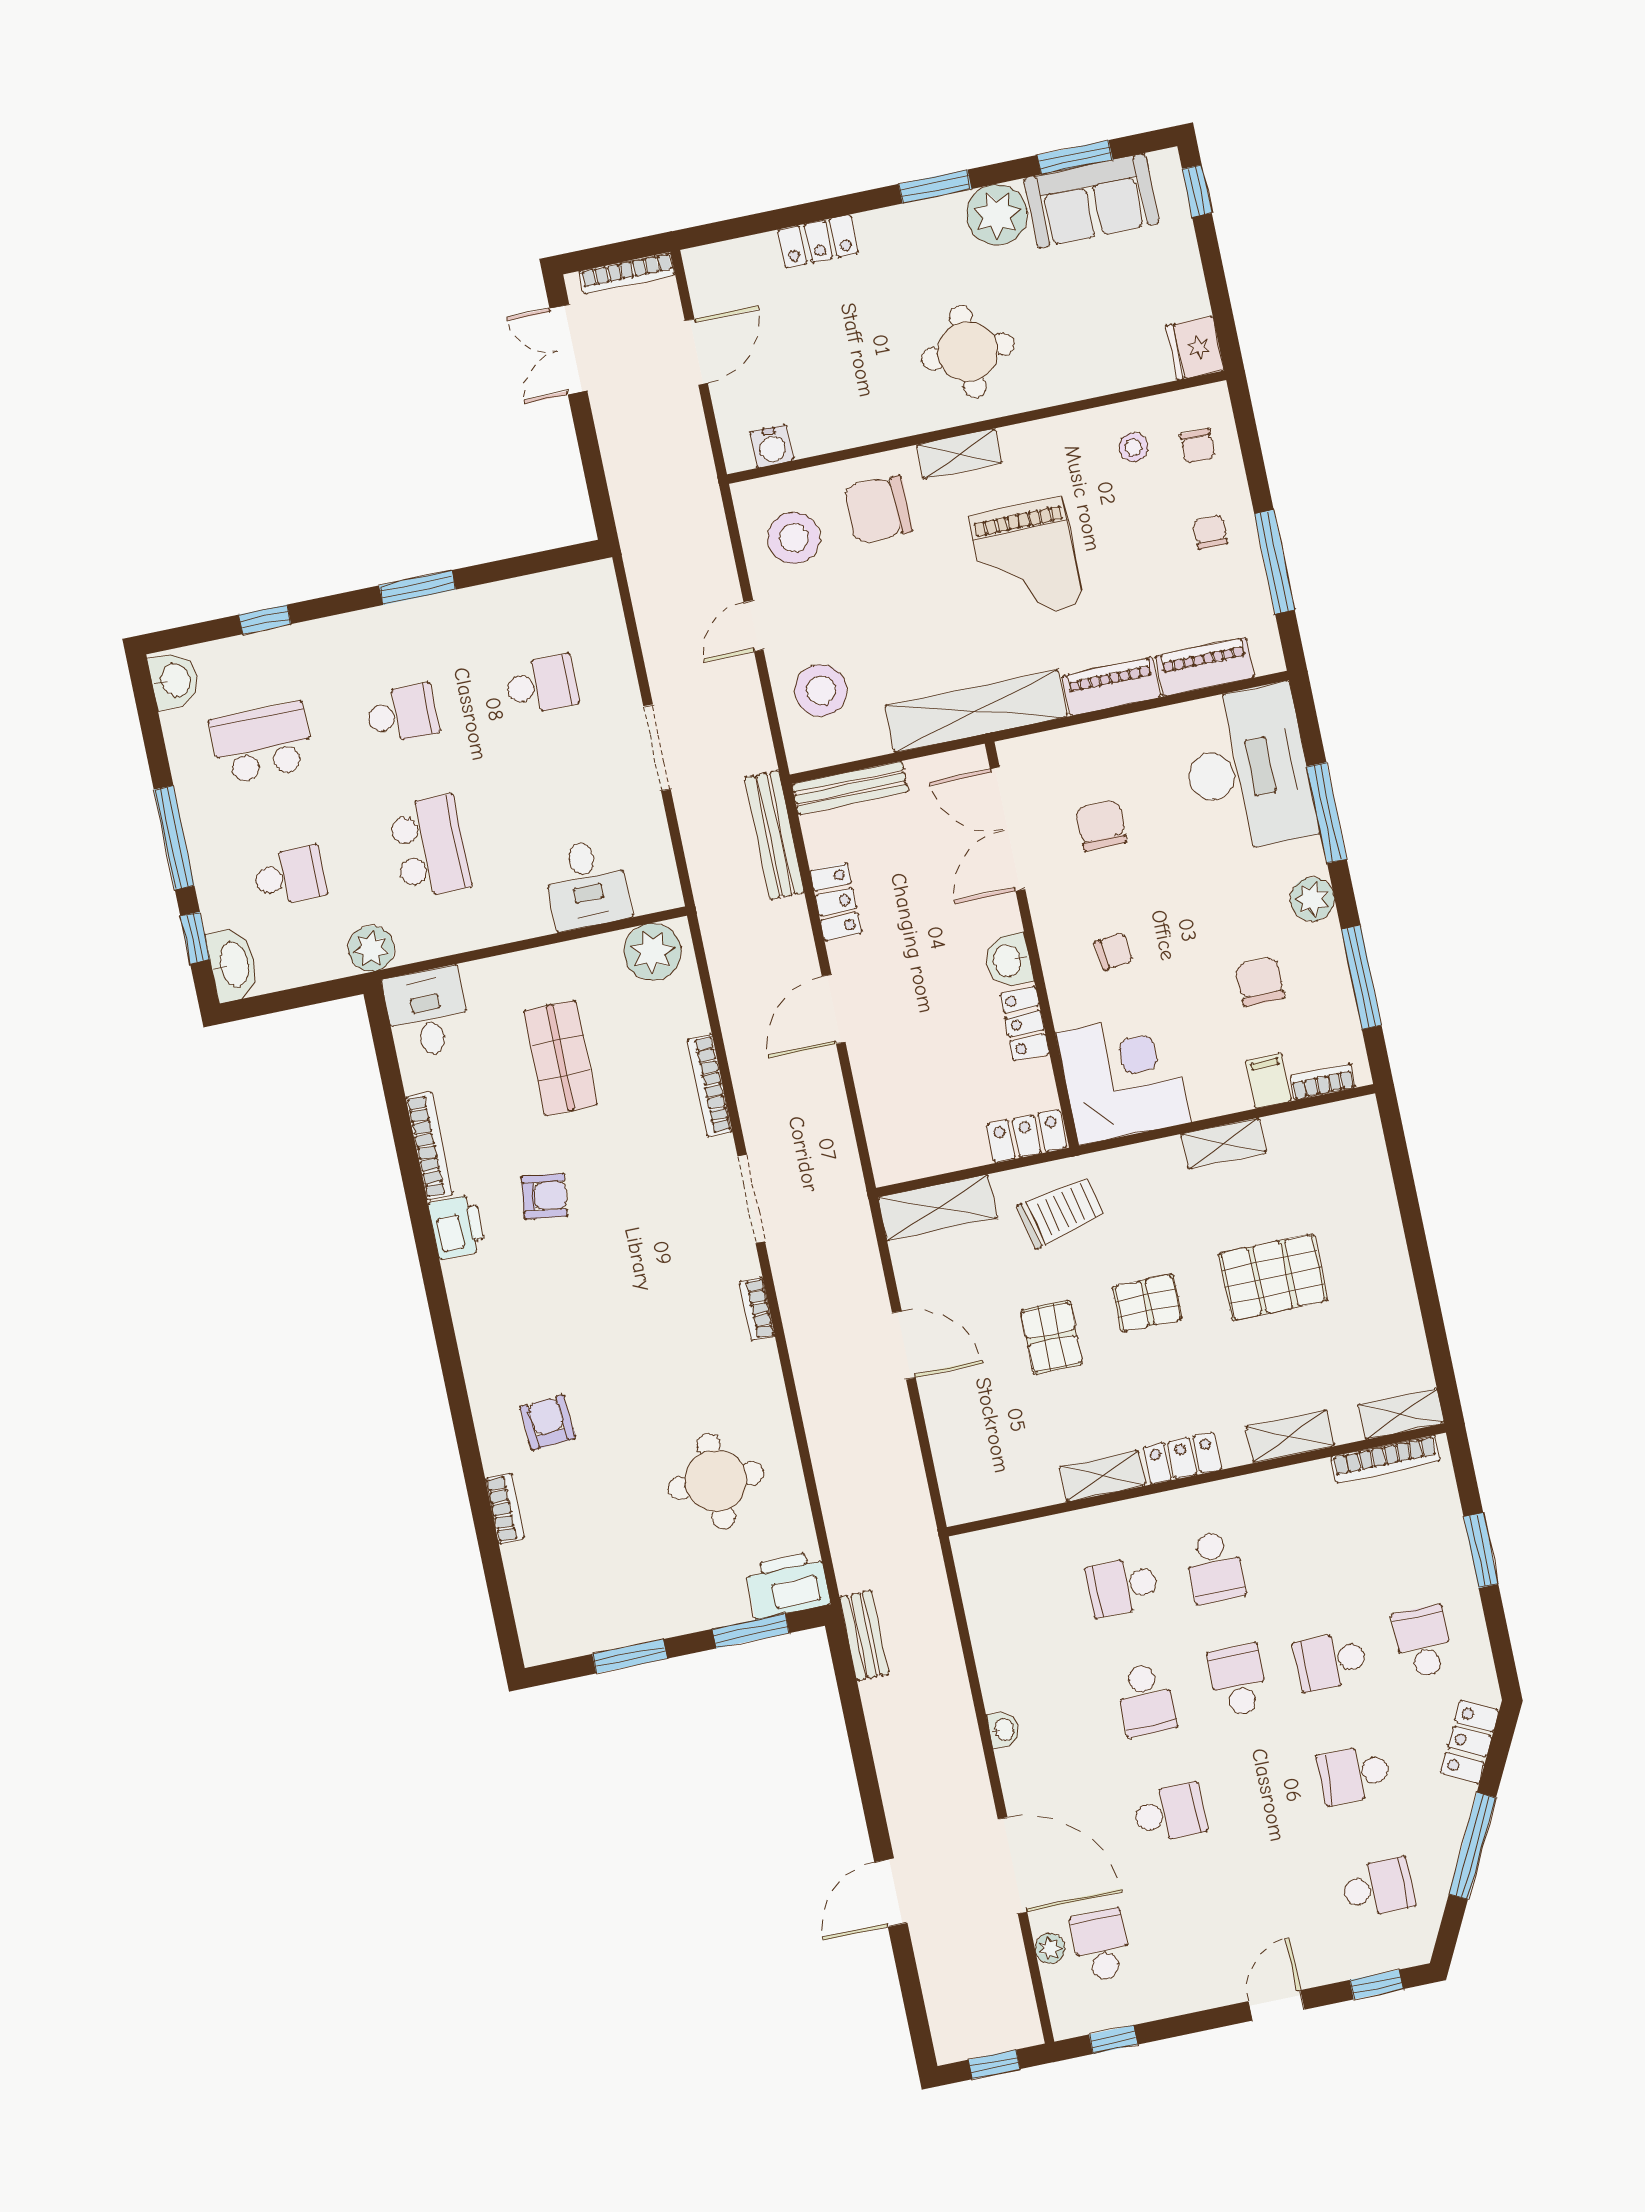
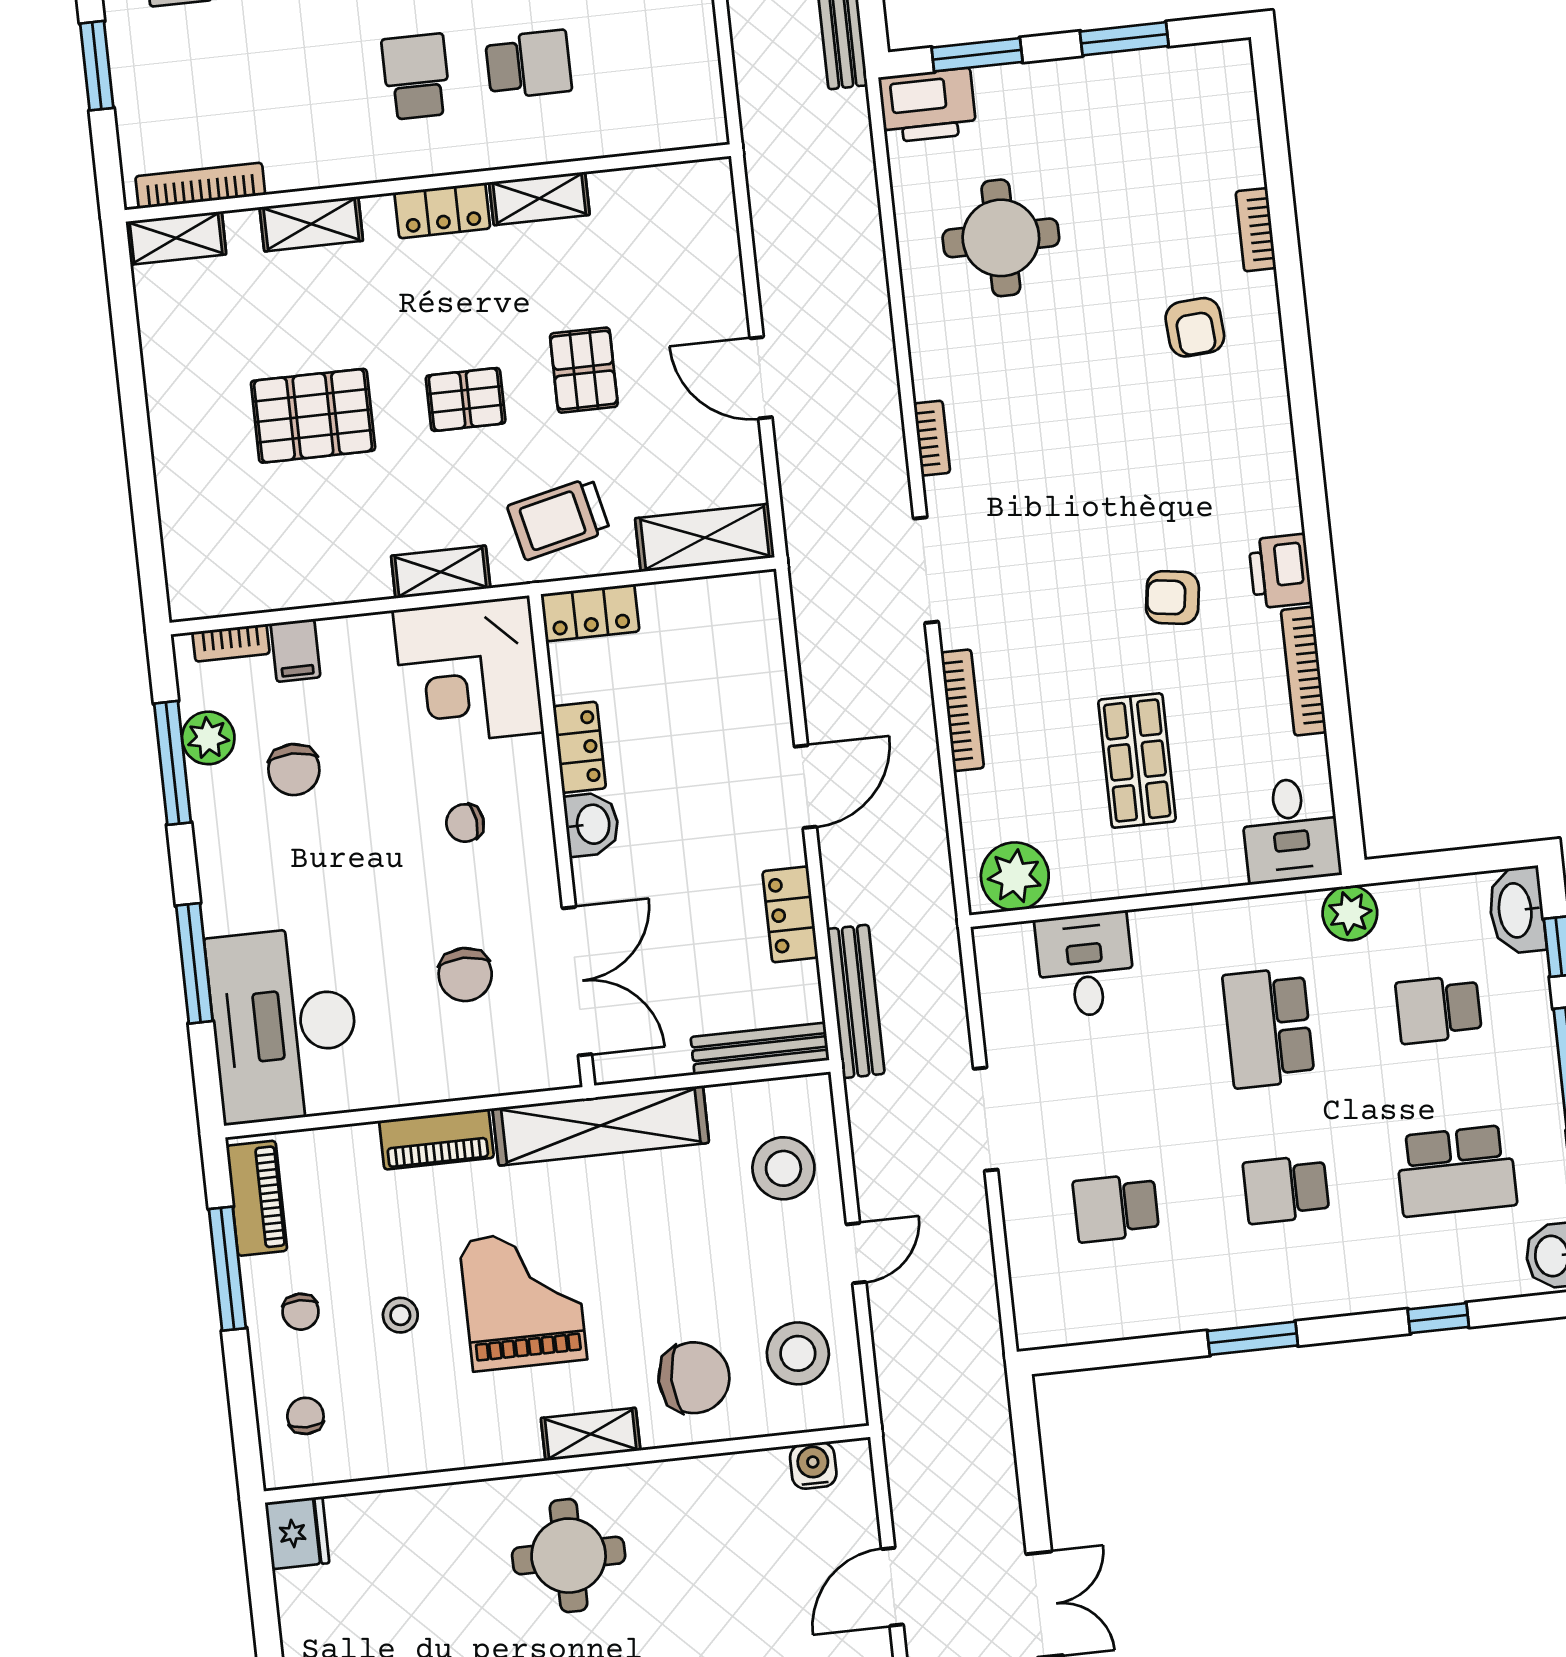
stool: (1134, 447) -> (400, 1315), moved
piano: (1205, 667) -> (257, 1198), moved, turned -90
plant: (1312, 899) -> (208, 738), moved
shelving: (1224, 1143) -> (441, 572), moved

